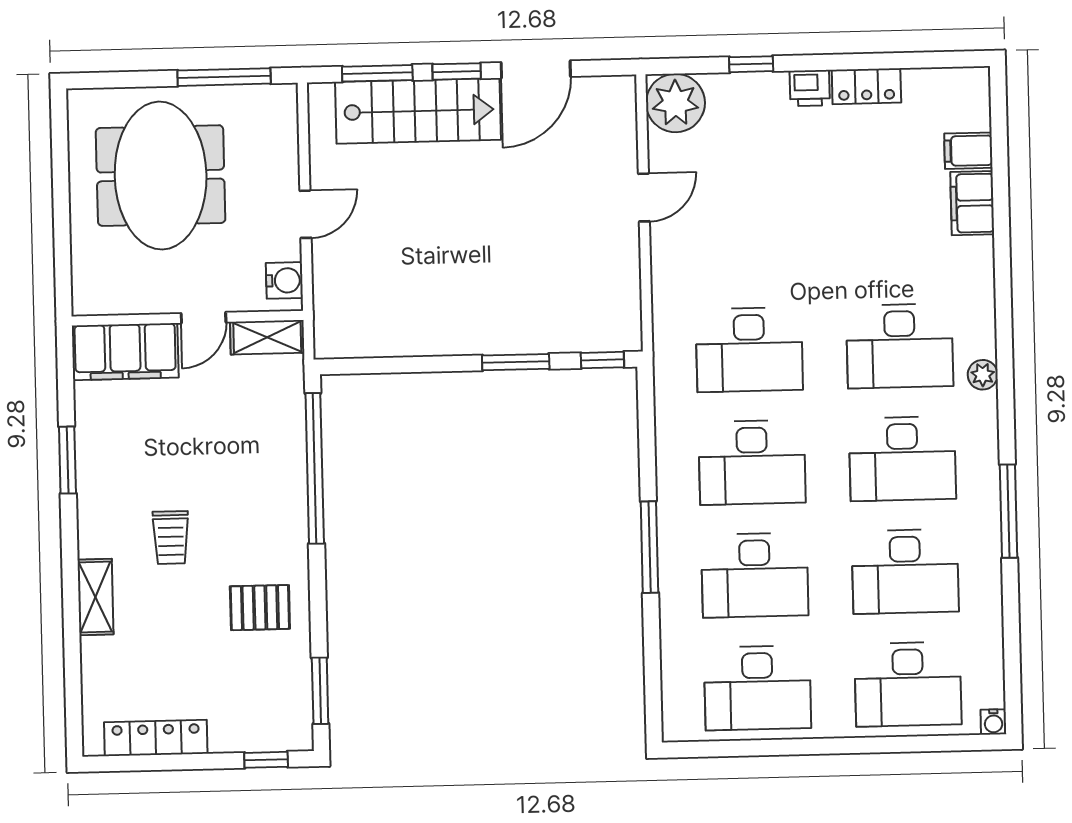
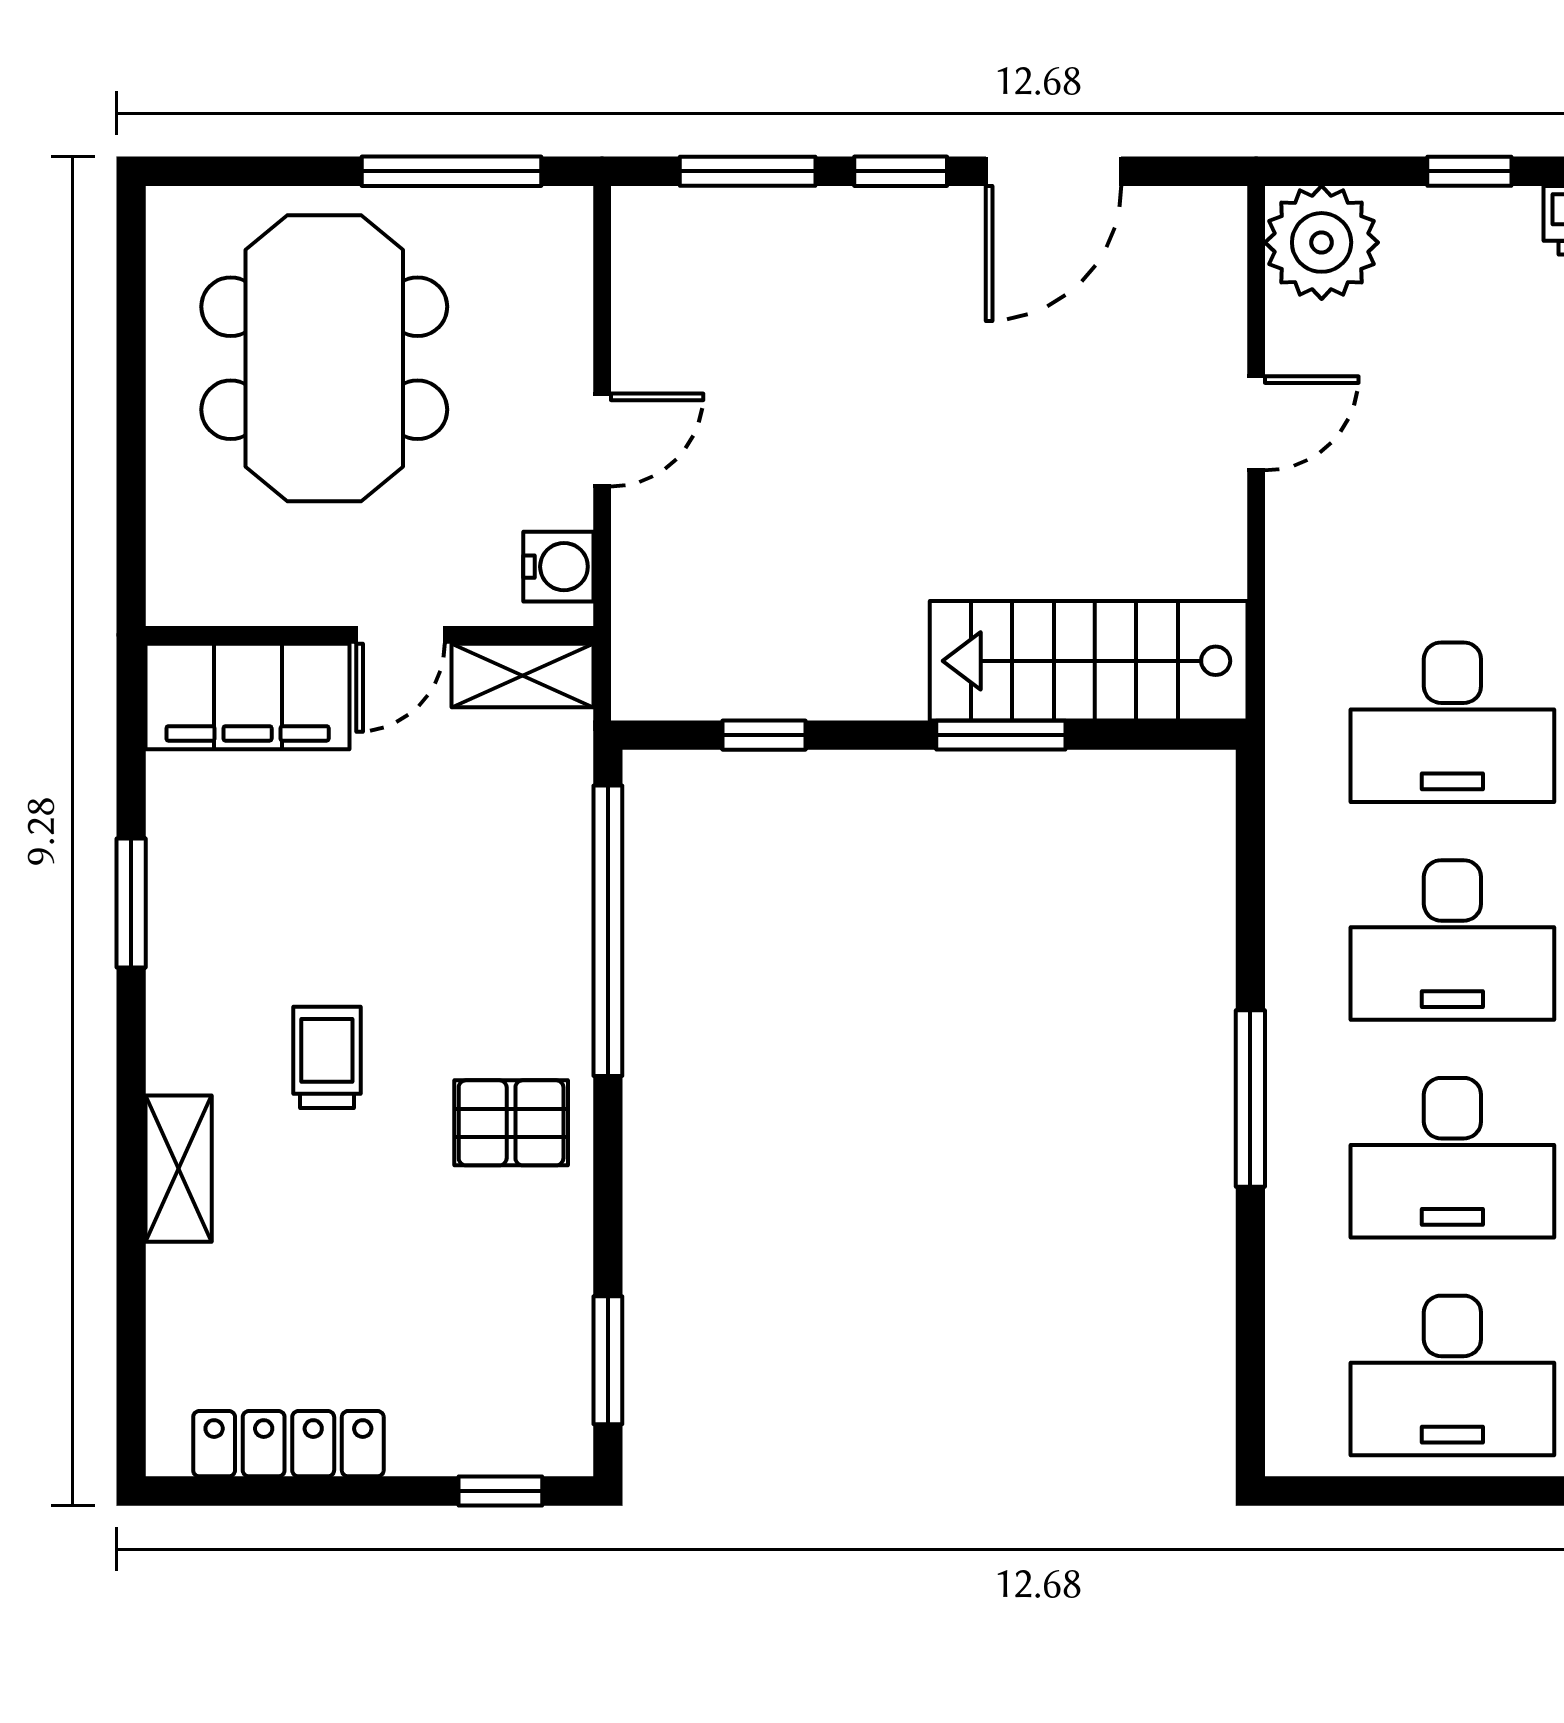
stairs: (418, 111) -> (1089, 661), moved, turned 180
window: (602, 360) -> (764, 735), moved
trolley: (171, 538) -> (327, 1057), turned 180
pallet: (260, 608) -> (511, 1123), moved

